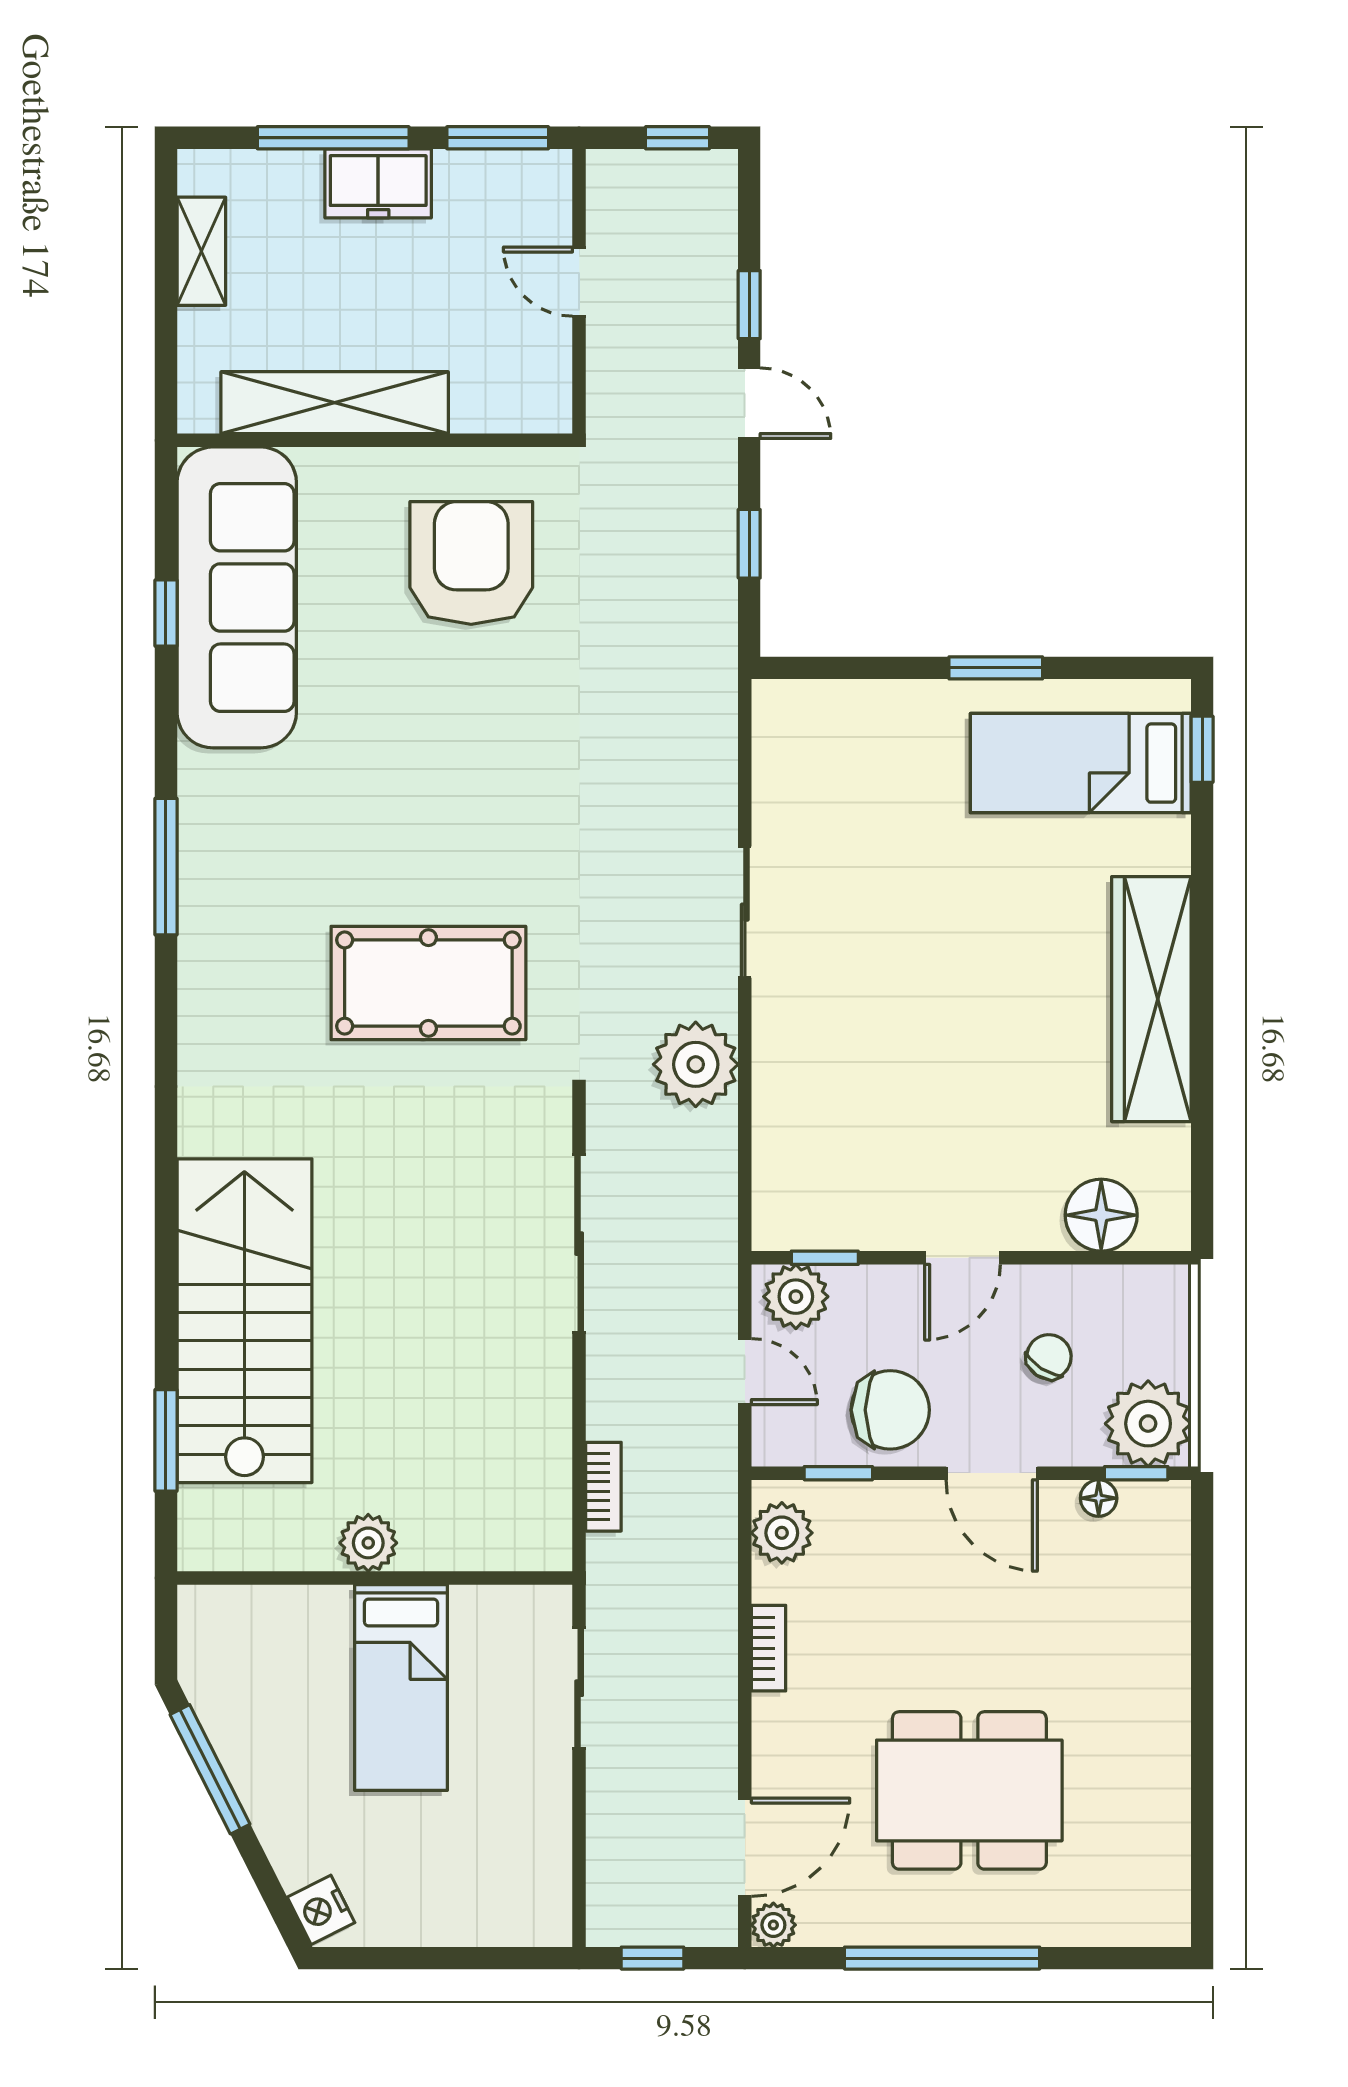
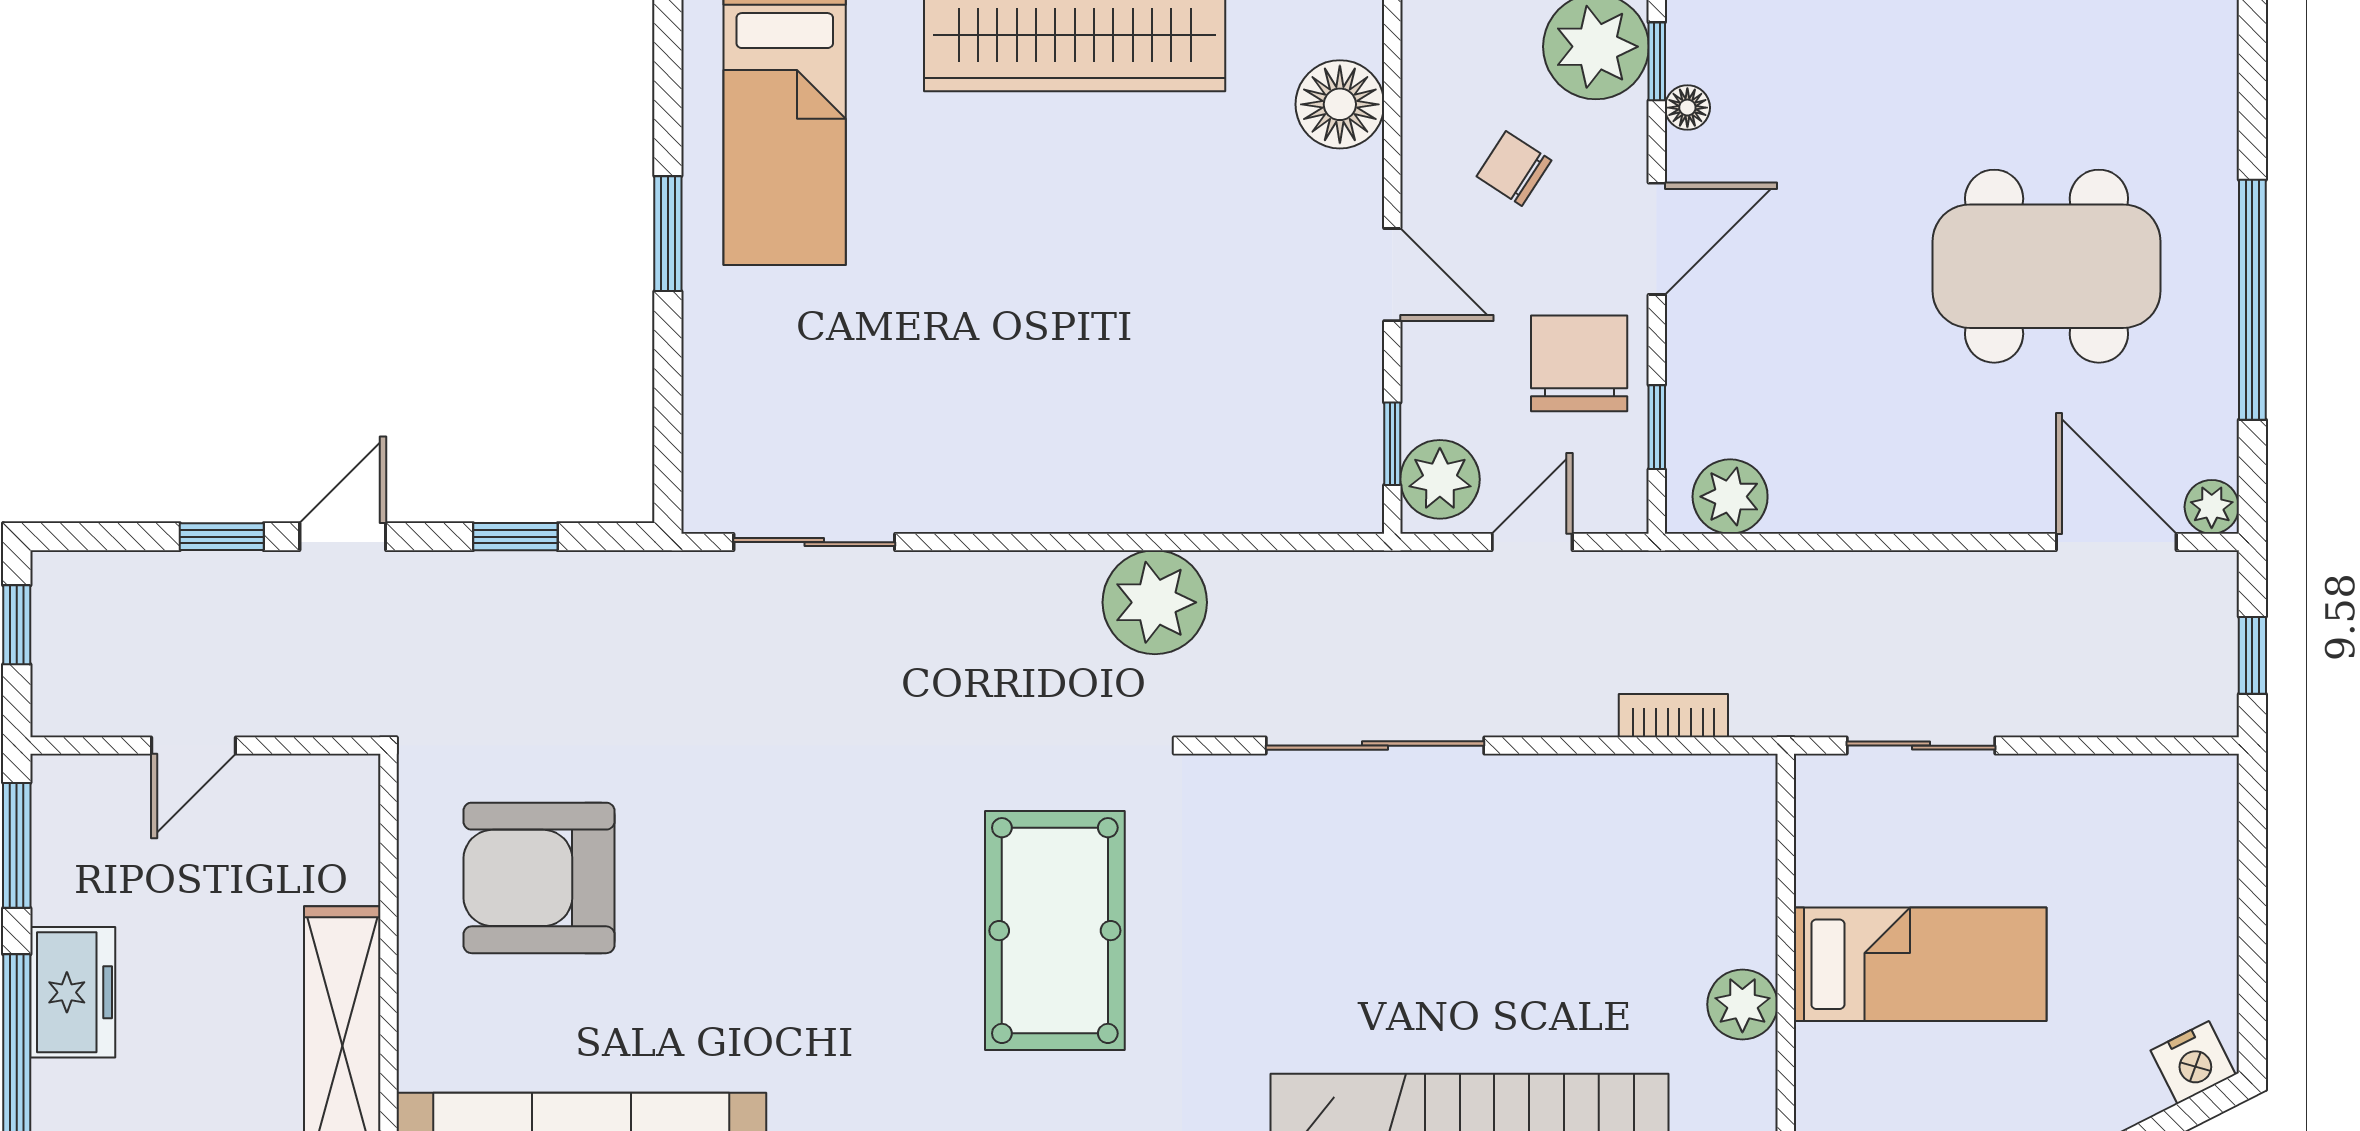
sliding door: (745, 912) -> (814, 542), moved
bookcase: (769, 1648) -> (1872, 513), removed
dining table: (969, 1790) -> (2046, 266), turned 90

